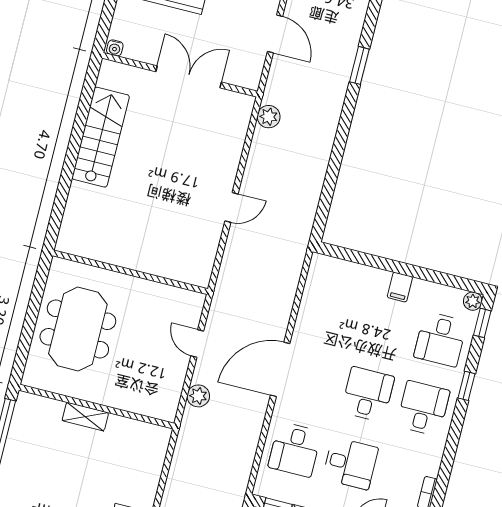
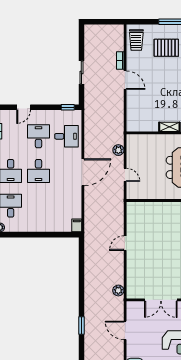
filing cabinet: (400, 287) -> (77, 225), moved
desk: (295, 449) -> (66, 136), turned 90
desk: (350, 463) -> (39, 136), turned 90

